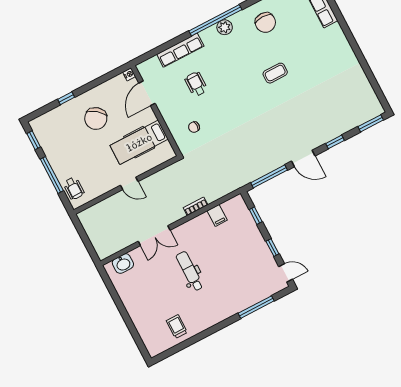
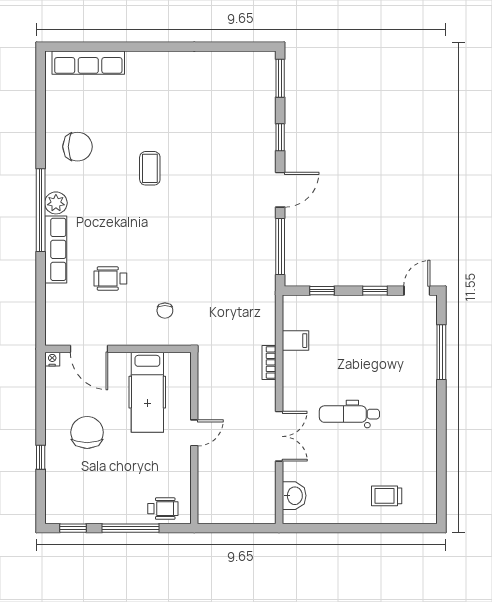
row of seats: (180, 50) -> (56, 249), moved
chair: (96, 119) -> (87, 432), turned -128
trolley: (177, 327) -> (387, 496), moved

